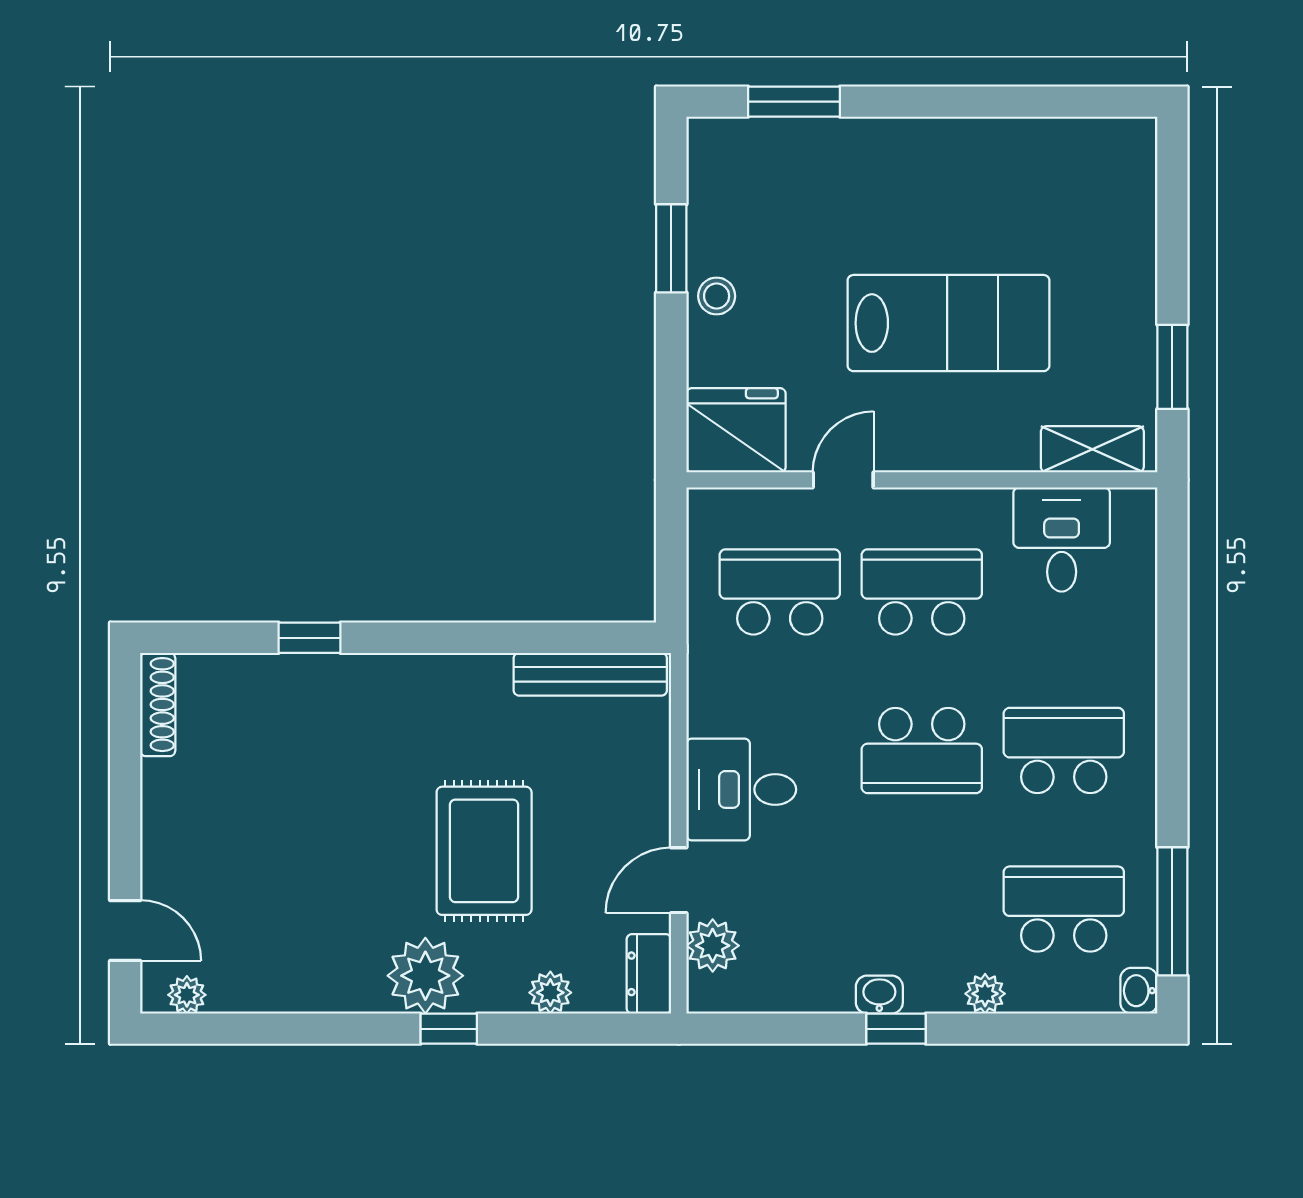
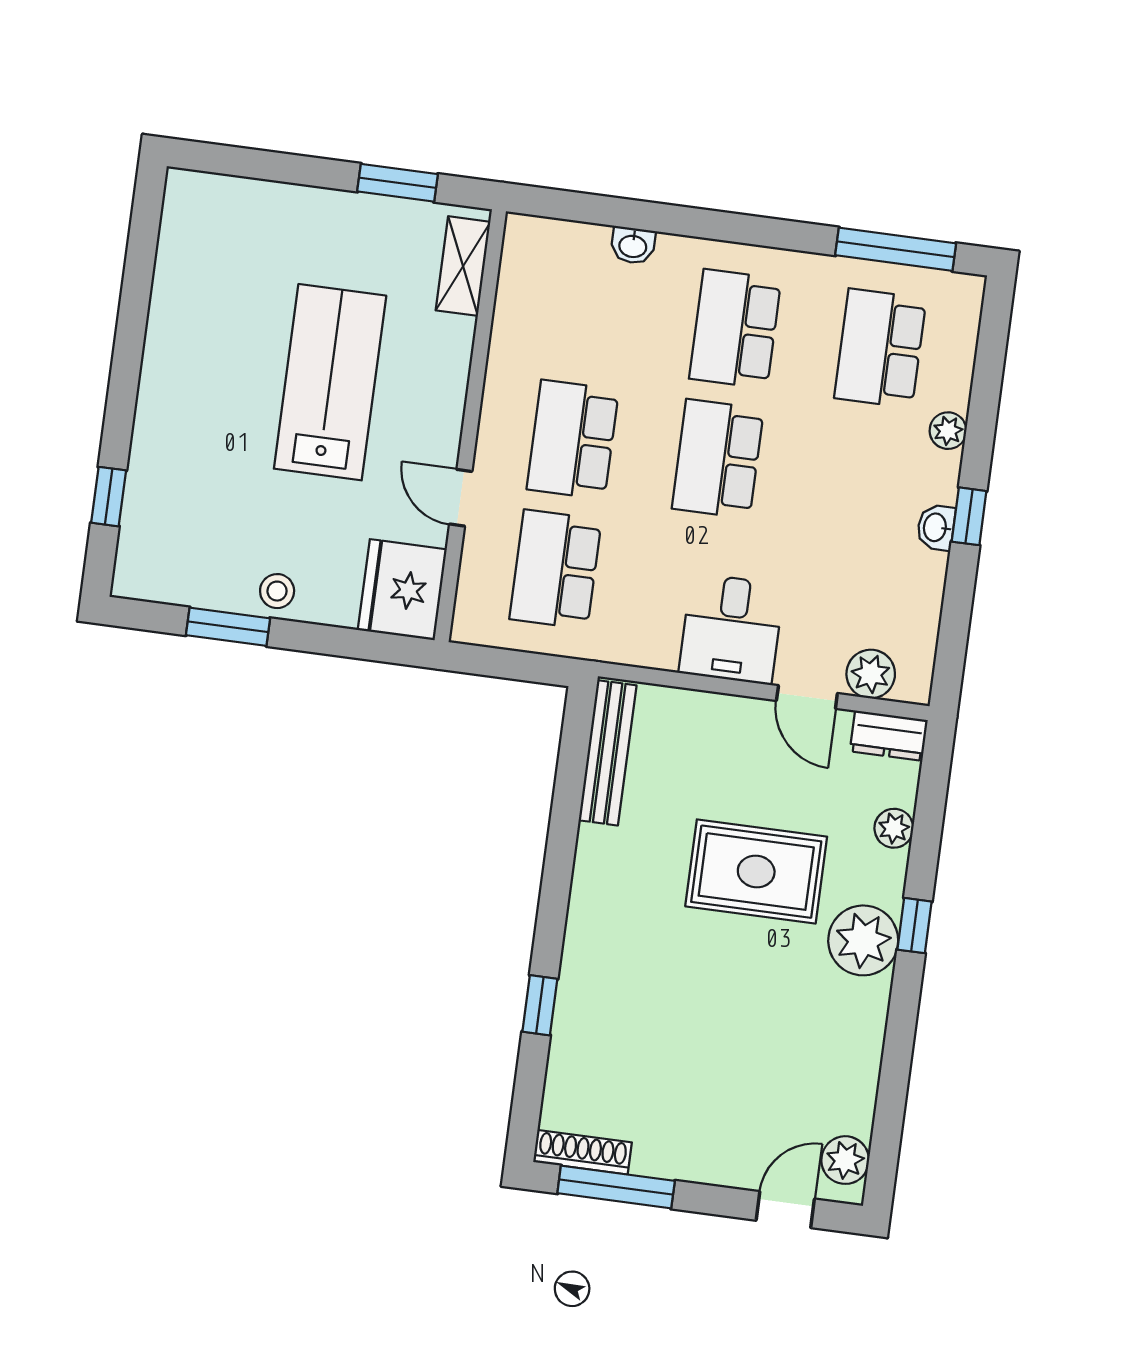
window: (794, 102) -> (109, 497), width x0.67
desk: (1062, 539) -> (542, 305), removed
window: (125, 746) -> (616, 1187), added
school desk: (922, 751) -> (718, 459), turned 180
washbasin: (1139, 991) -> (633, 245), moved
plant: (187, 995) -> (845, 1160), width x1.38, depth x1.38

